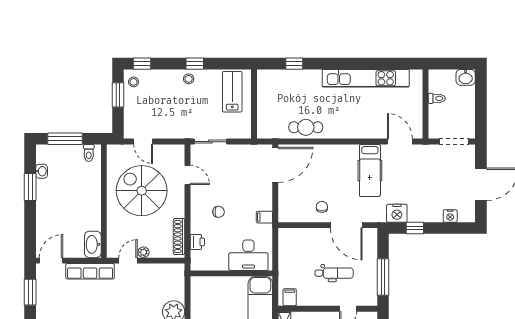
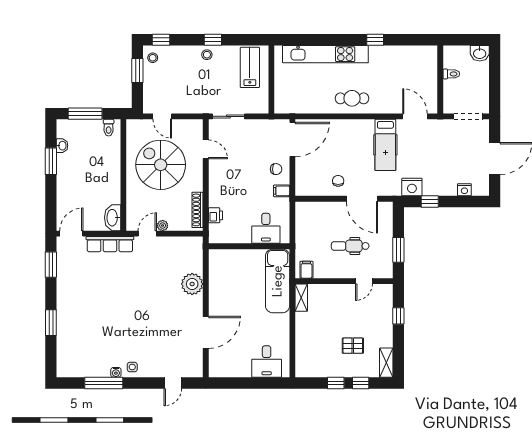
window: (294, 64) -> (375, 40), moved
kitchen unit: (366, 78) -> (325, 54), moved
cafe table: (306, 127) -> (352, 98), moved
chair: (219, 212) -> (276, 169), moved
desk: (248, 255) -> (266, 228), width x0.73
dental chair: (334, 273) -> (350, 246), turned 180
window: (383, 277) -> (398, 250), width x0.69

